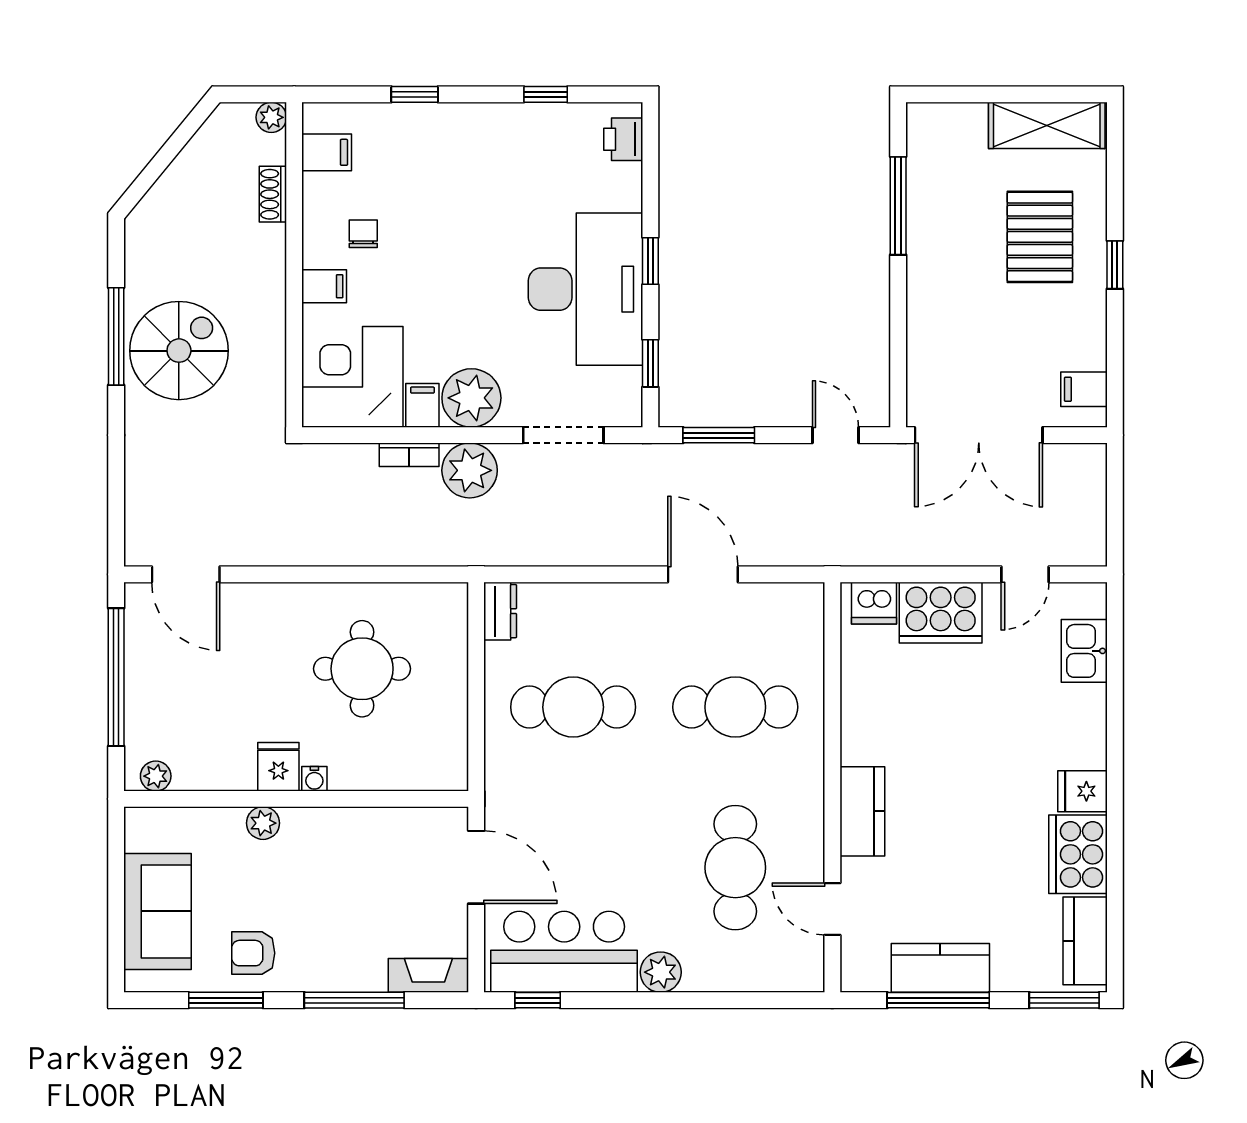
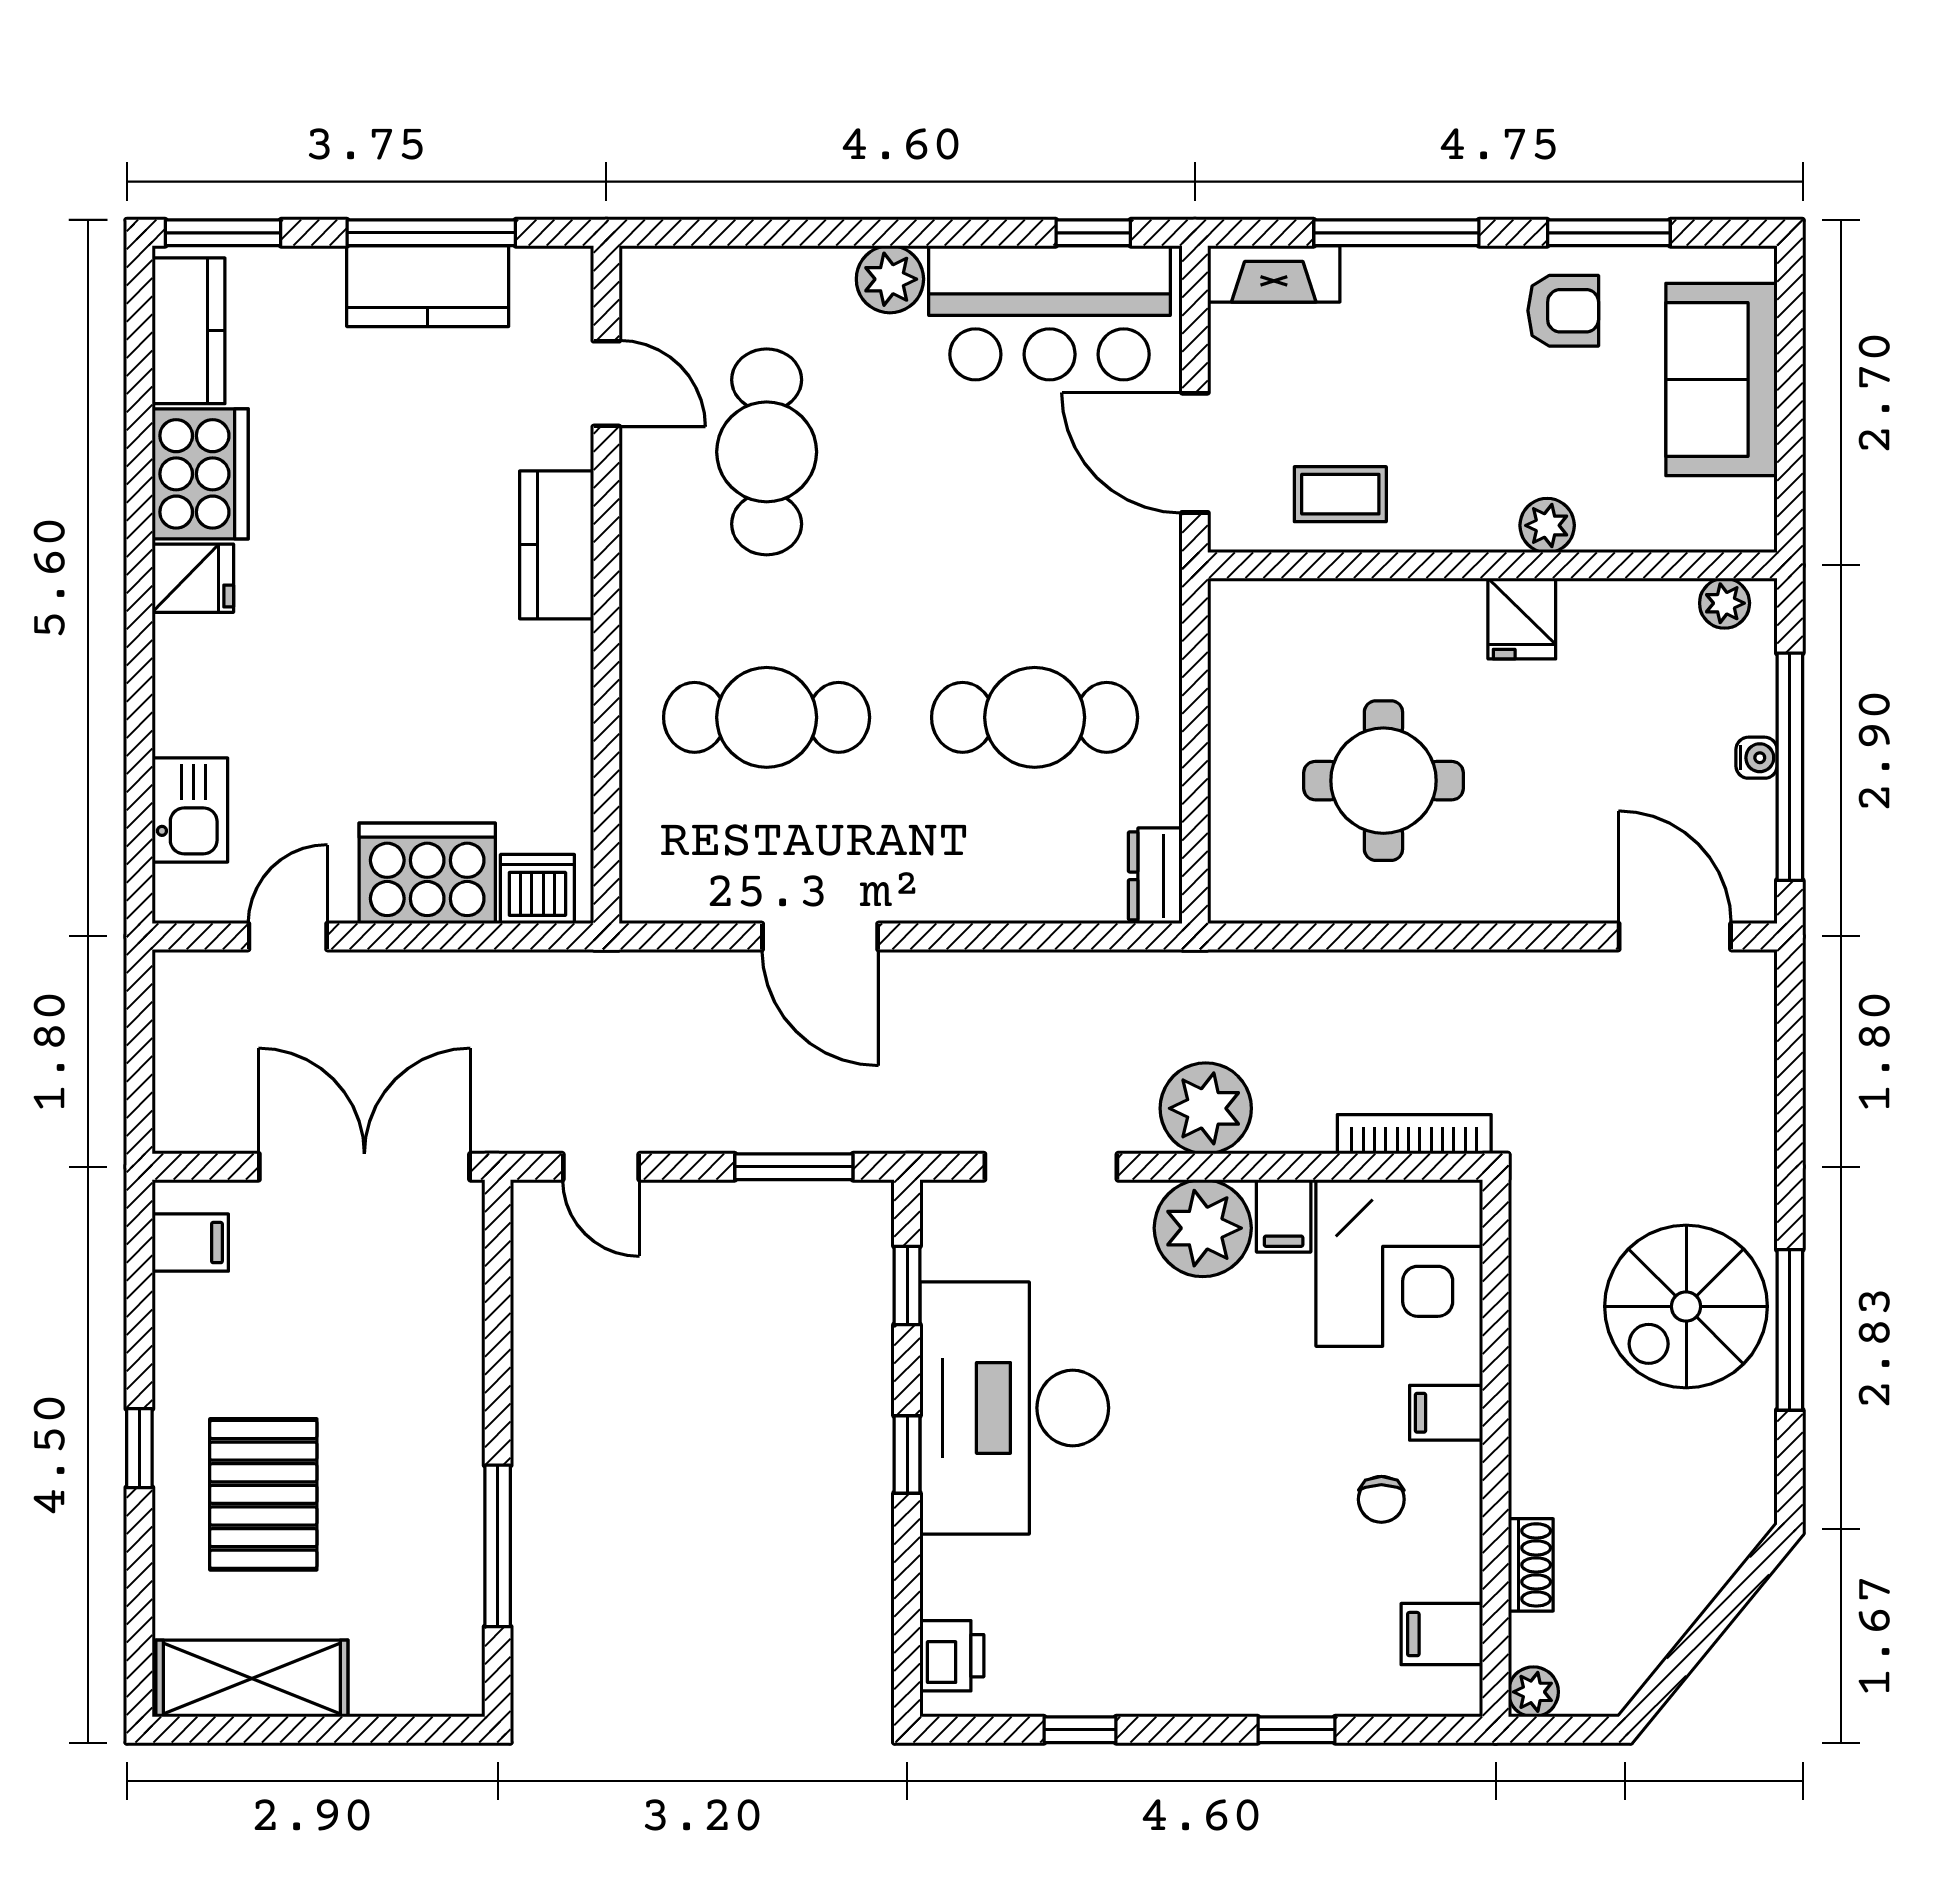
bookcase: (409, 455) -> (1414, 1134), moved, width x1.56
water cooler: (314, 779) -> (1757, 758), moved, turned 90
coffee table: (388, 842) -> (1340, 494), added

